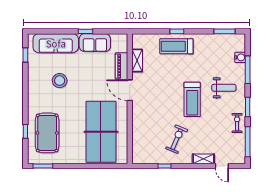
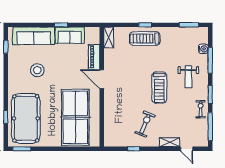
shelving: (137, 61) -> (109, 37), moved
weight bench: (224, 88) -> (188, 77), turned 90
pool table: (47, 133) -> (26, 118), width x1.36, depth x1.32

